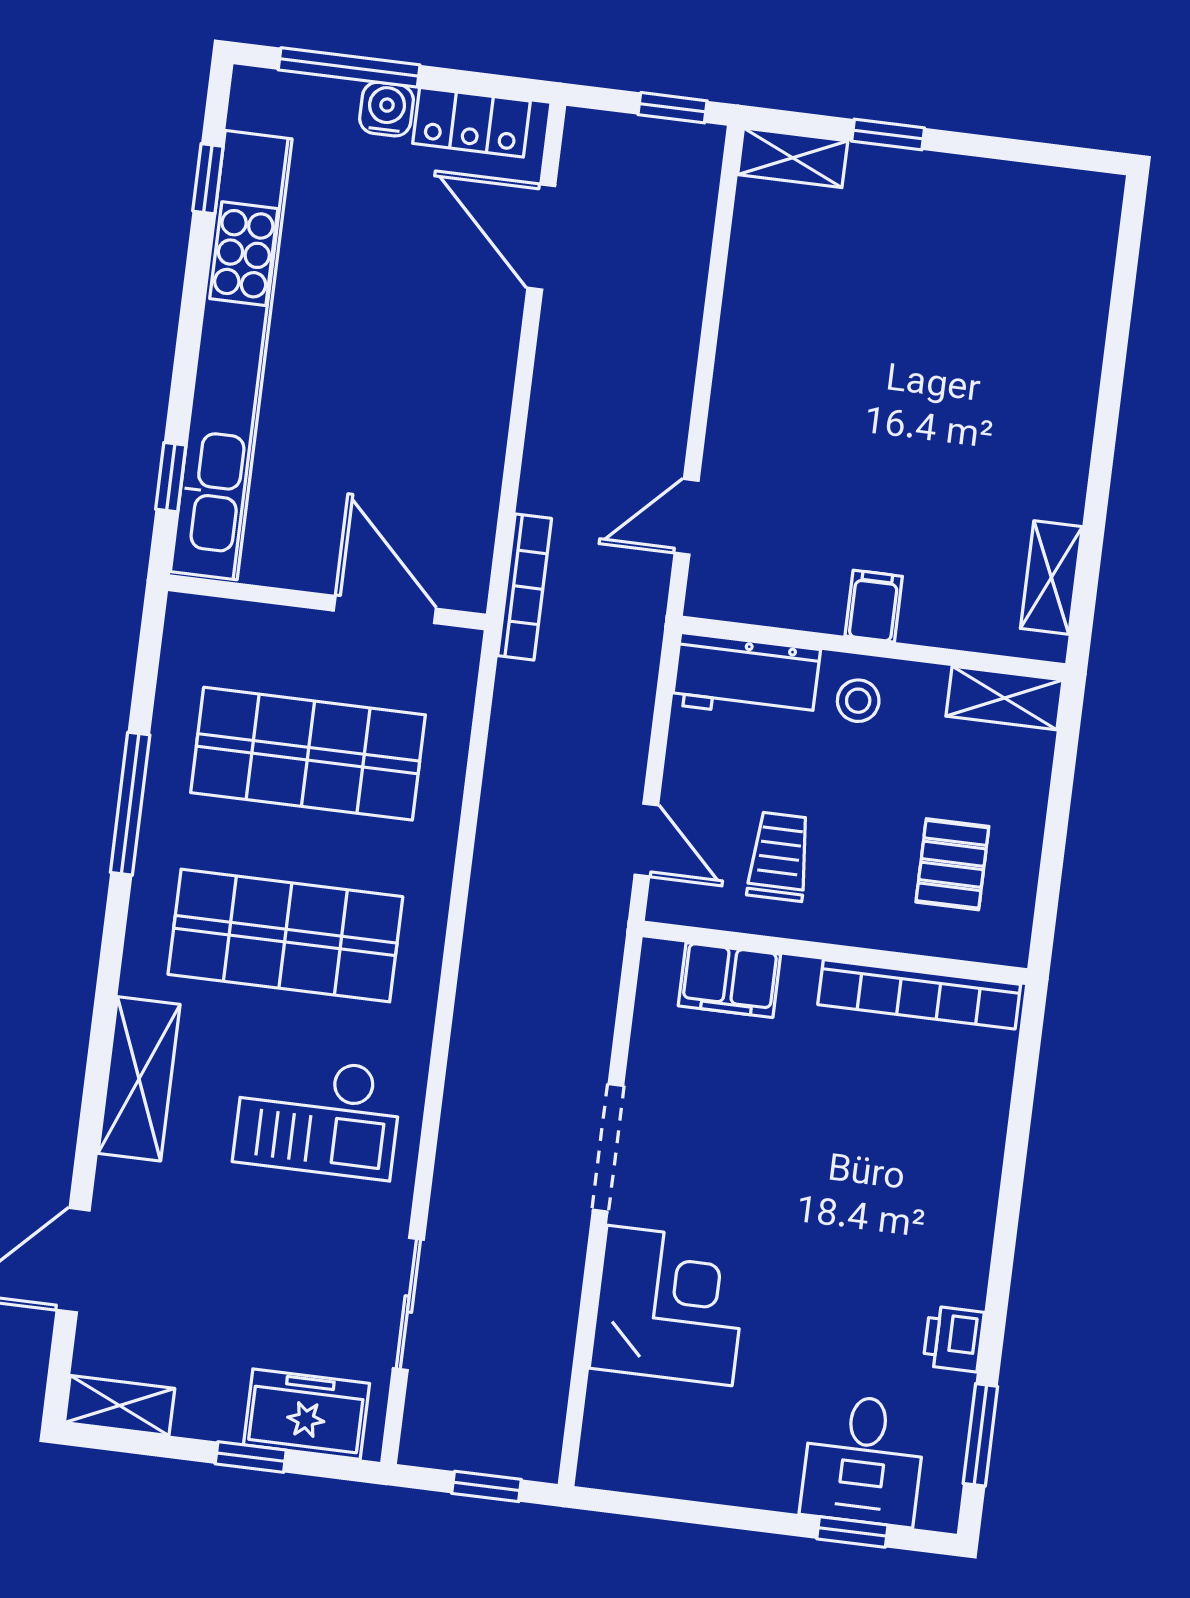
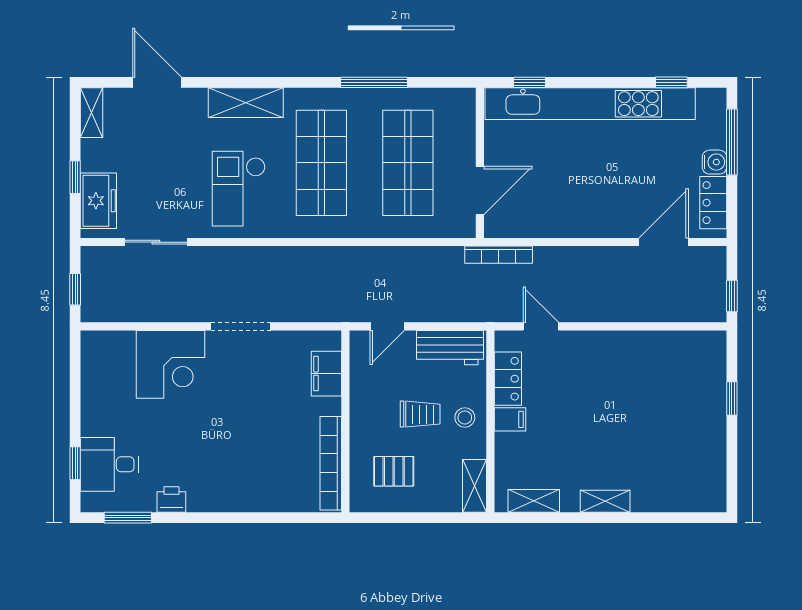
shelving: (793, 158) -> (605, 501), moved, turned 90
locker: (788, 600) -> (508, 379), added
workbench: (746, 677) -> (450, 348), moved, turned -90
trolley: (779, 857) -> (420, 414), moved

